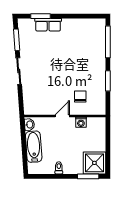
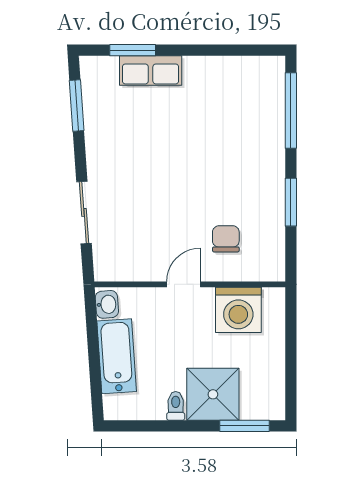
sliding door: (19, 71) -> (84, 212), moved
washing machine: (81, 122) -> (238, 310), width x1.89, depth x1.89
shower: (94, 163) -> (213, 394), moved

